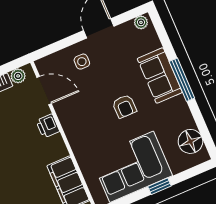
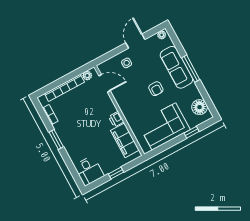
sofa: (160, 76) -> (176, 67), width x1.36
printer: (48, 126) -> (116, 119), moved
window: (159, 186) -> (192, 132), moved

